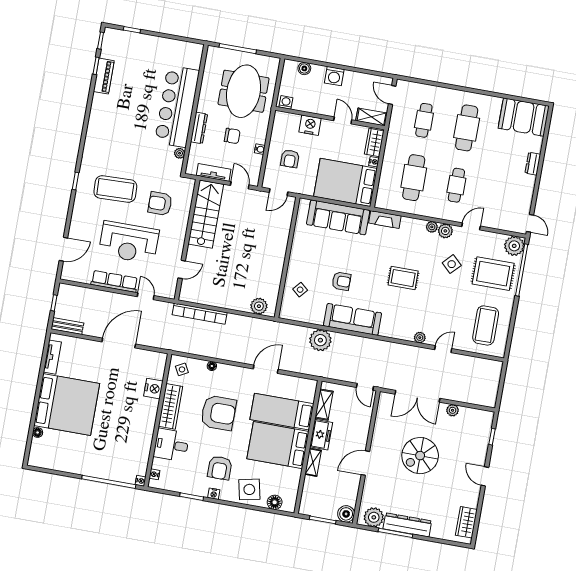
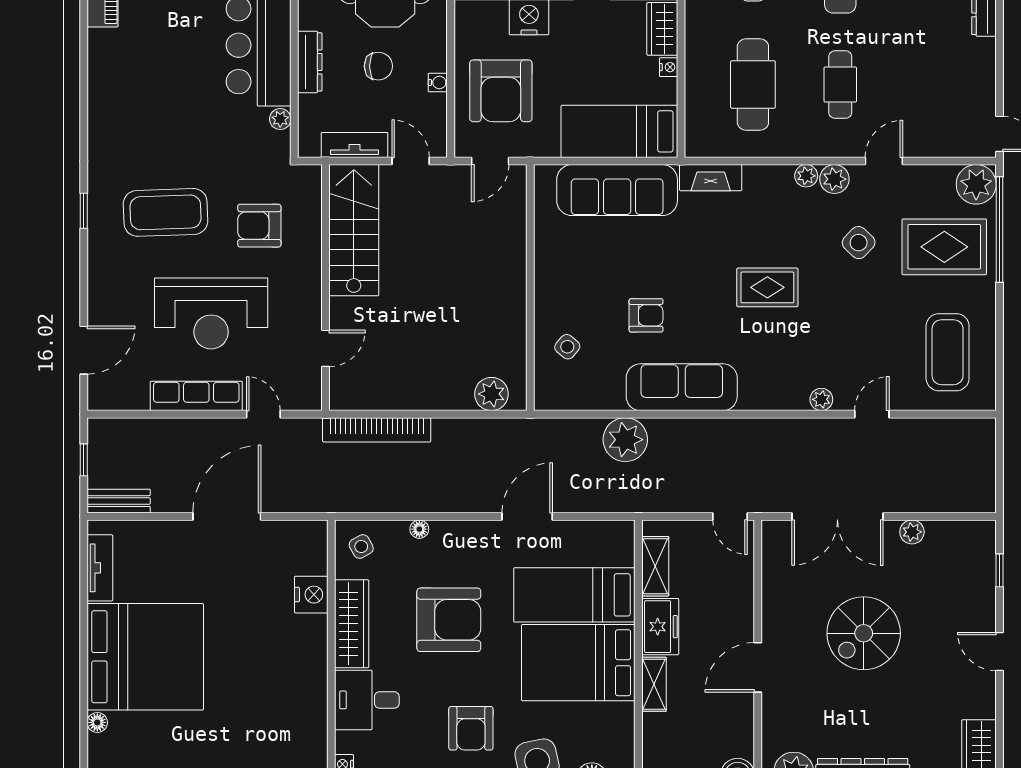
armchair: (290, 159) -> (501, 91), width x1.88, depth x1.88
bed: (345, 182) -> (619, 131), width x0.67

